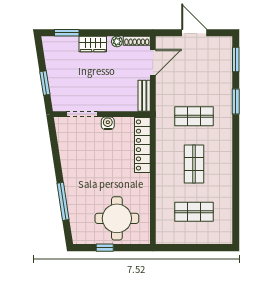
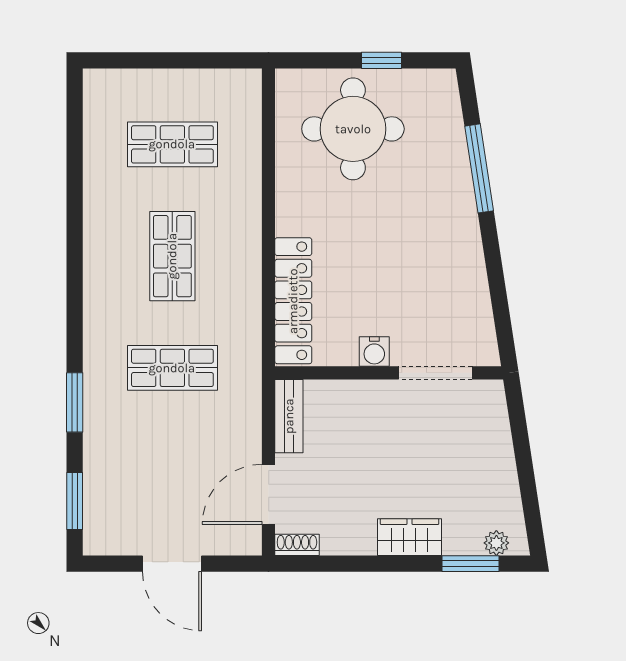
plant: (117, 41) -> (496, 543), moved
shoe rack: (137, 41) -> (297, 545), width x0.70
window: (45, 83) -> (522, 446), removed

